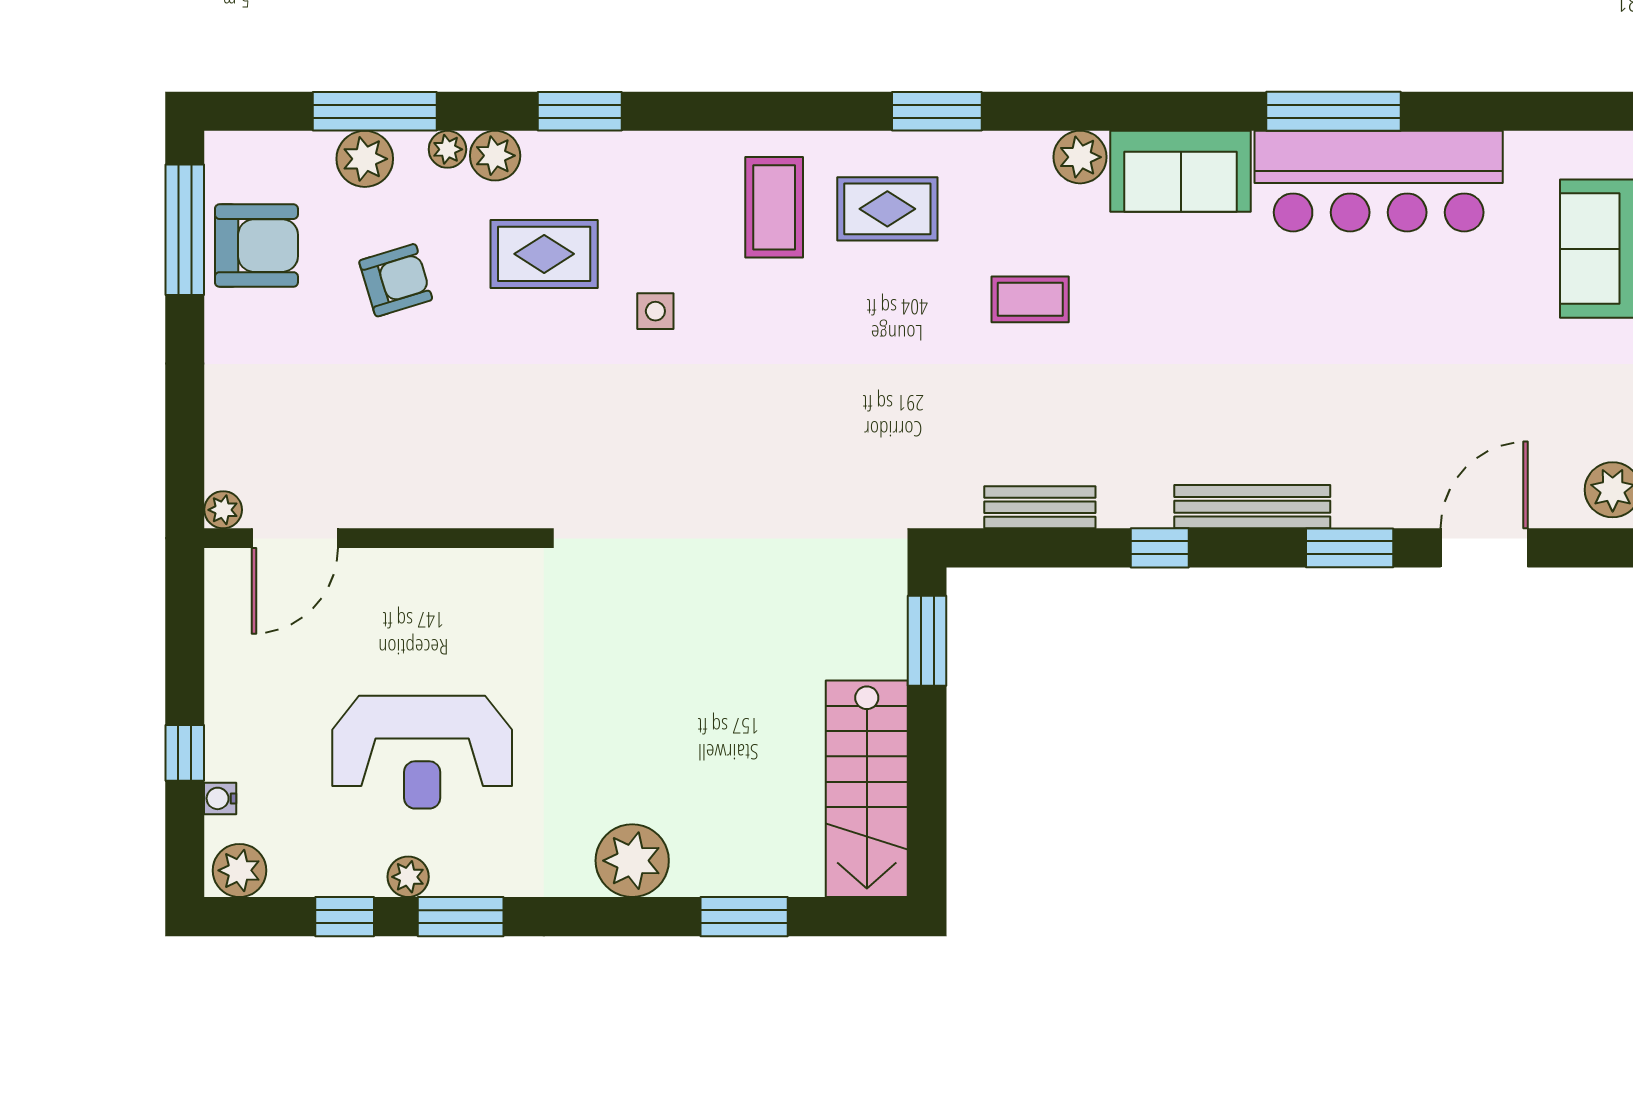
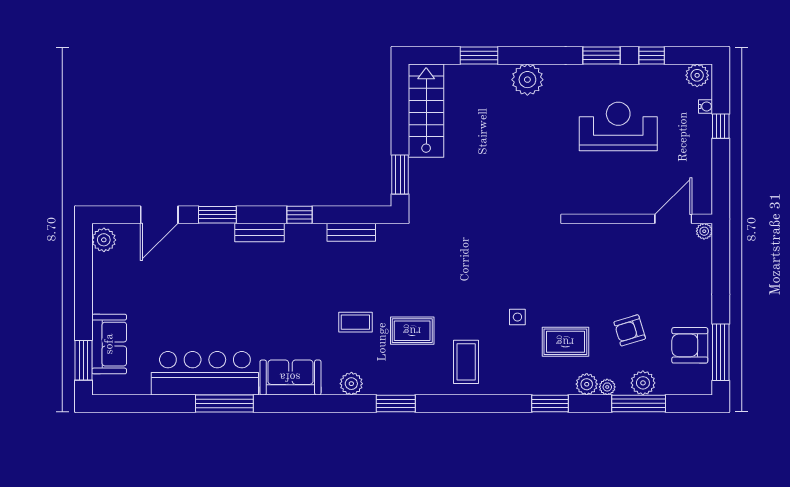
plant: (1080, 157) -> (351, 384), moved
rug: (887, 209) -> (412, 331), moved
bench: (1252, 507) -> (259, 233), width x0.73
plant: (408, 877) -> (624, 73), removed

